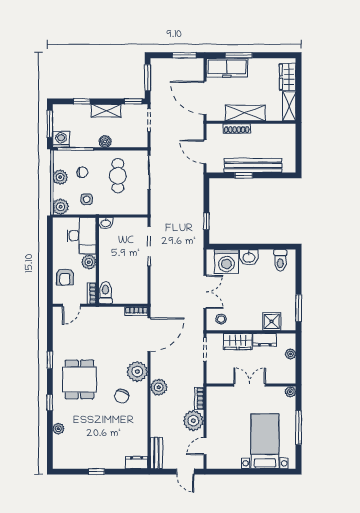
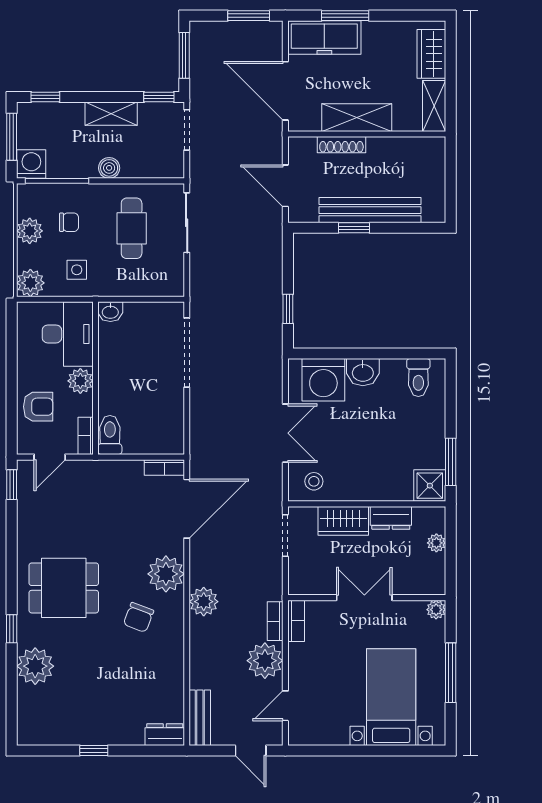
window: (82, 101) -> (45, 97), moved
armchair: (65, 277) -> (38, 407), turned -90
shower: (272, 321) -> (430, 486), moved
window: (50, 360) -> (12, 485), moved
dining table: (79, 379) -> (64, 588), turned 90
bookcase: (211, 398) -> (296, 621), added
plant: (58, 429) -> (35, 666), width x1.87, depth x1.87

